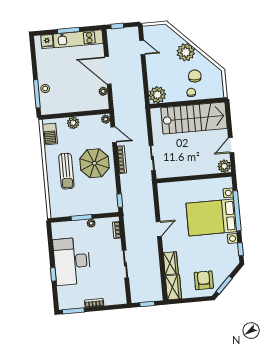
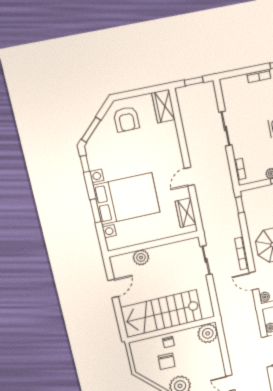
plant: (224, 166) -> (141, 257), moved
window: (237, 211) -> (95, 211), width x0.47
wardrobe: (171, 263) -> (186, 213), moved
window: (224, 285) -> (91, 130), moved

